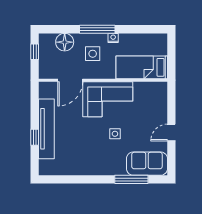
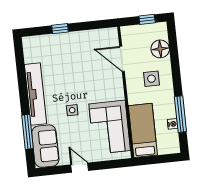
window: (97, 29) -> (180, 114), moved
nightstand: (113, 38) -> (173, 124), moved
corner sofa: (108, 99) -> (110, 127), moved
tv unit: (46, 129) -> (35, 94), moved, turned -90

